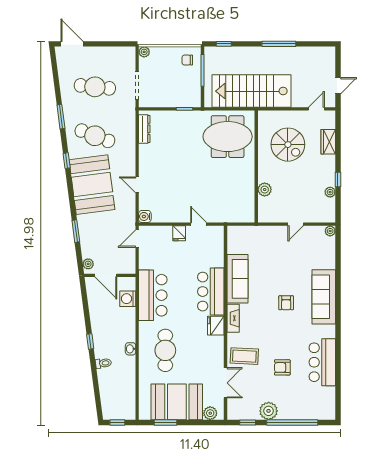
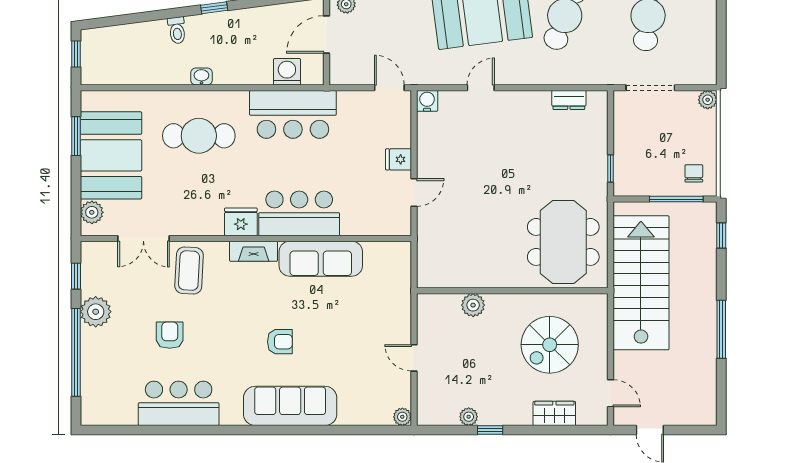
dresser: (144, 129) -> (569, 100), width x0.70
armchair: (286, 303) -> (280, 342), turned 180

